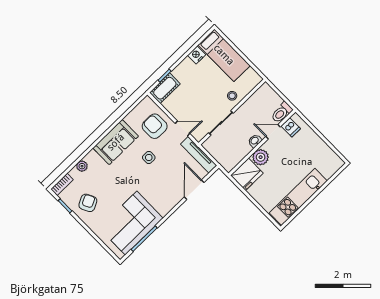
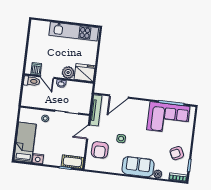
door: (183, 129) -> (88, 132), hinge flipped
sofa: (116, 142) -> (138, 167), moved

